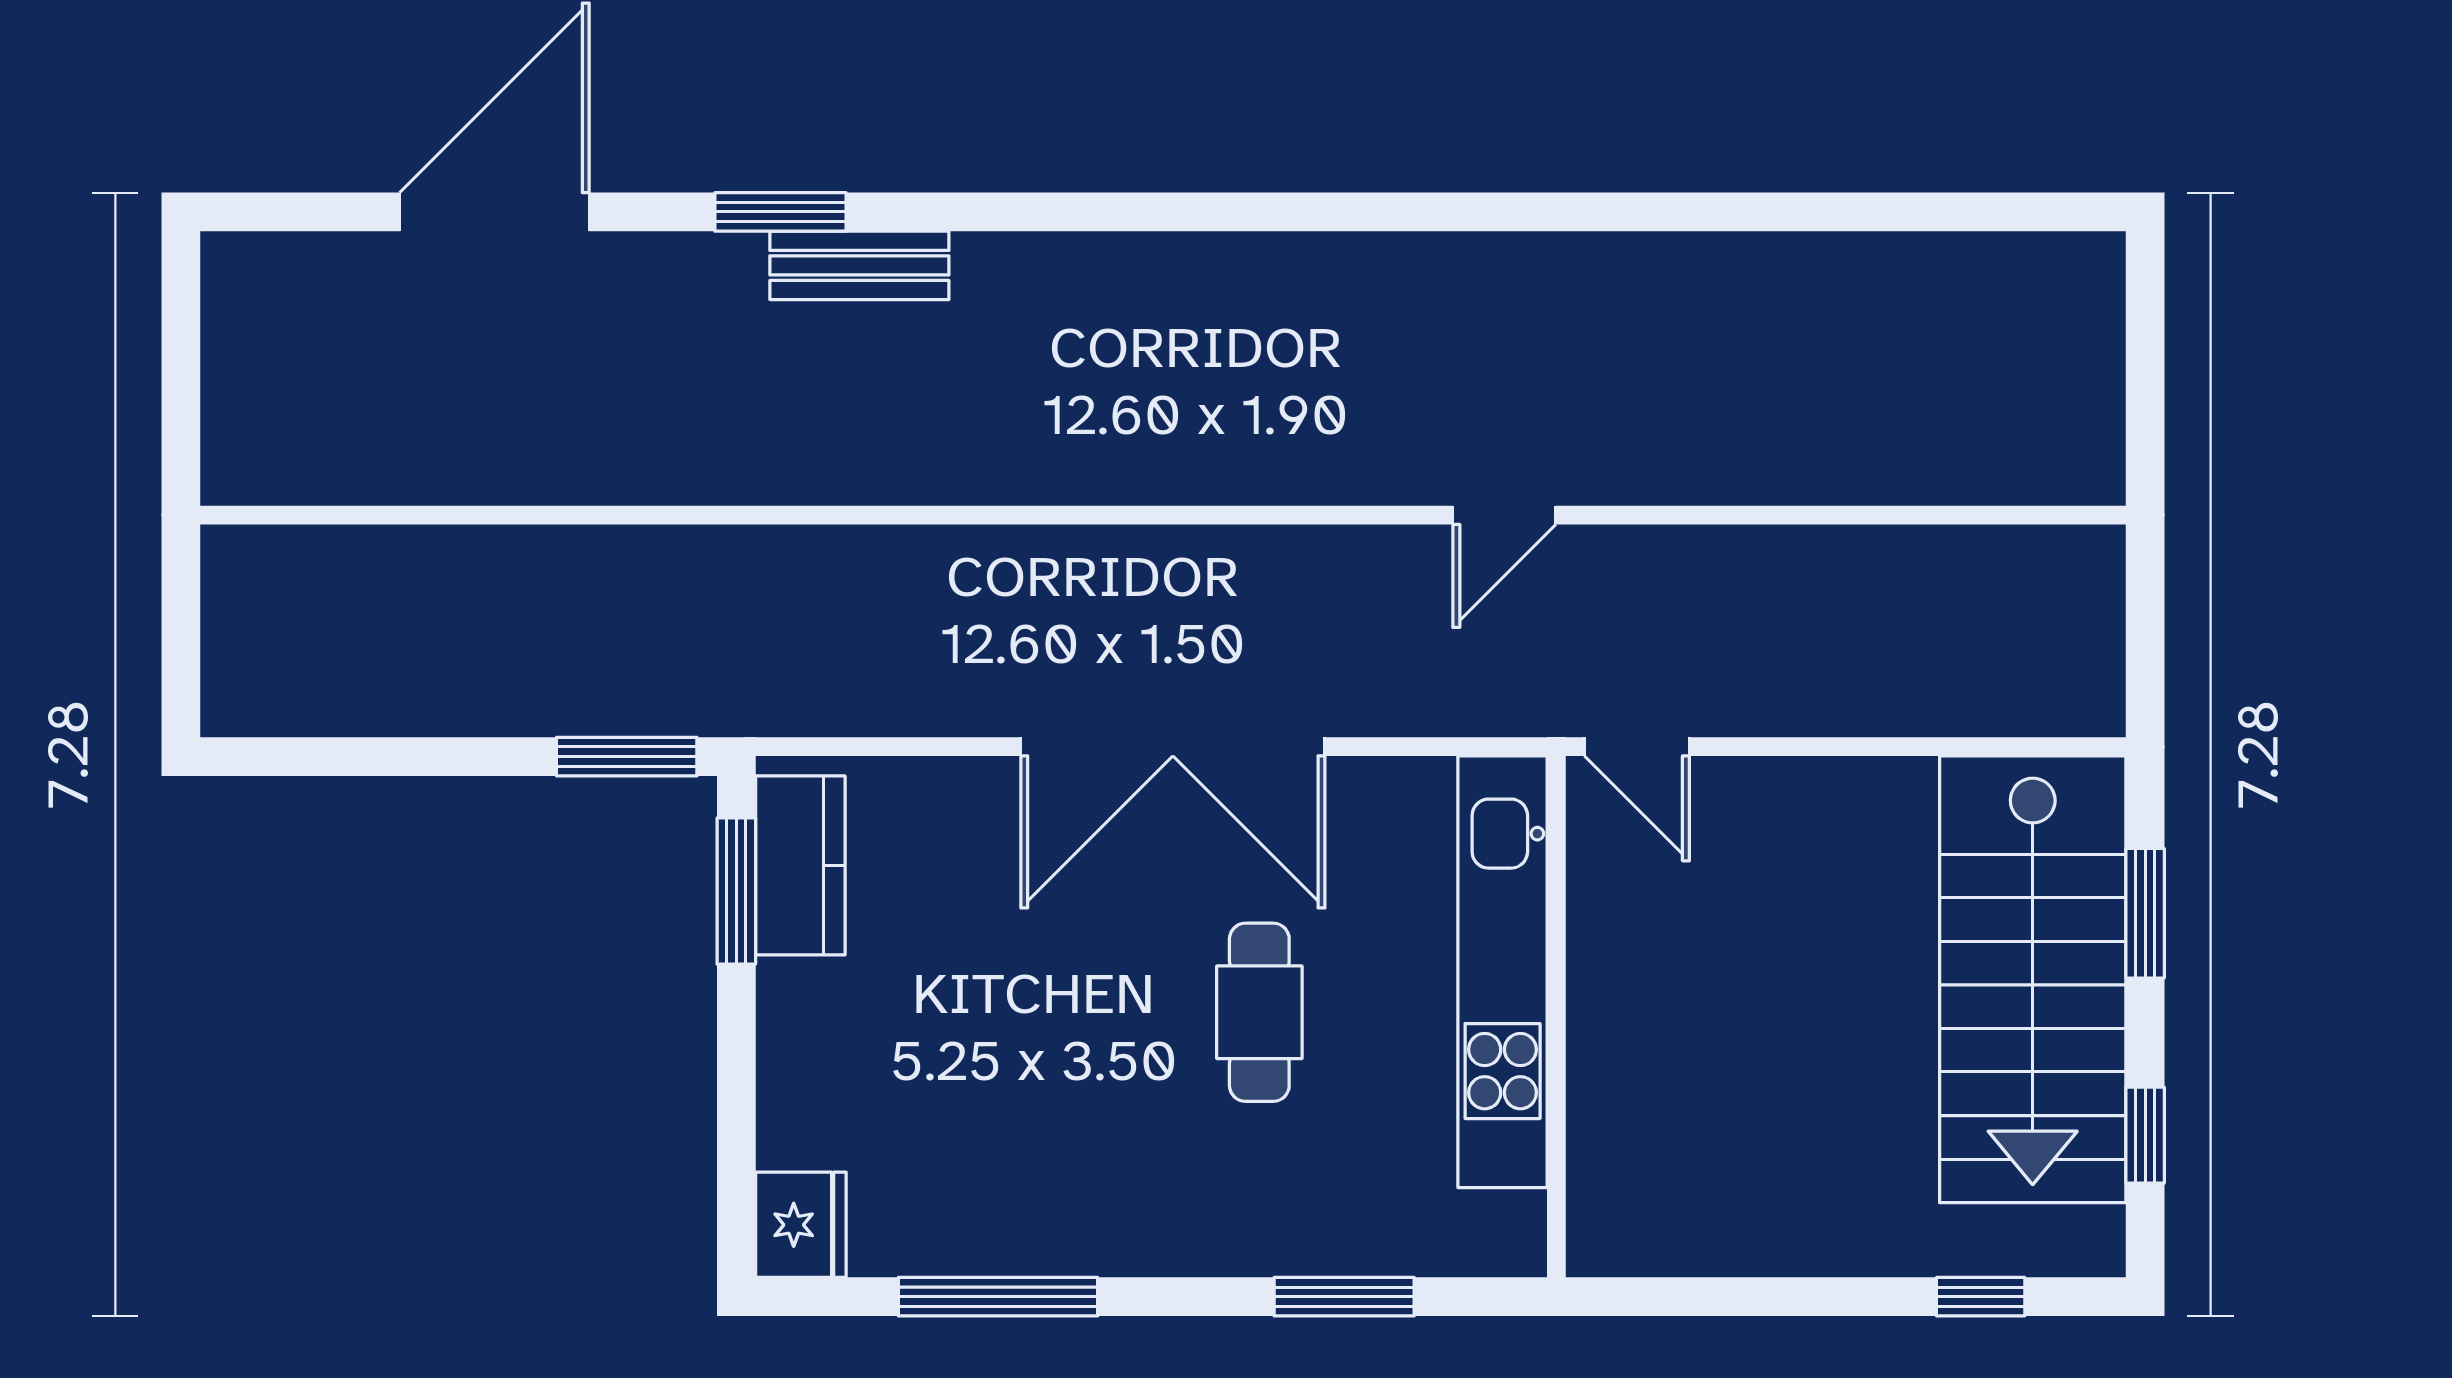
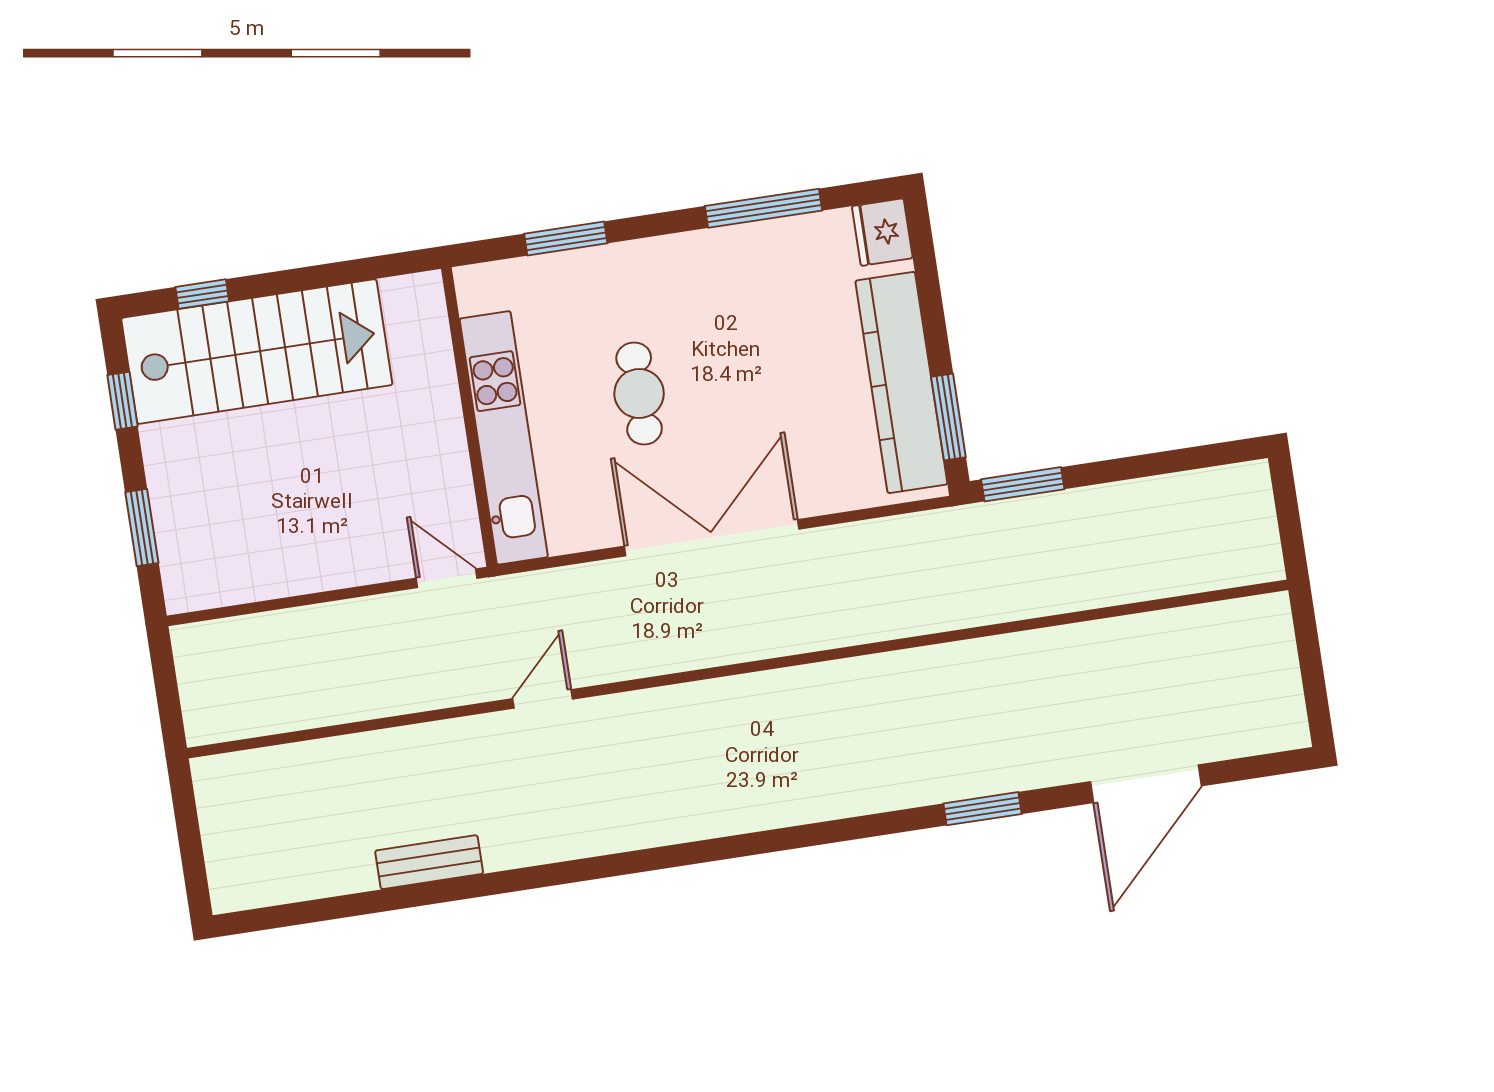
bench: (859, 265) -> (429, 862), moved
kitchen counter: (800, 865) -> (901, 383), width x2.08, depth x1.17
stairs: (2033, 979) -> (257, 351), moved, turned 90

